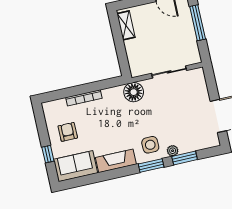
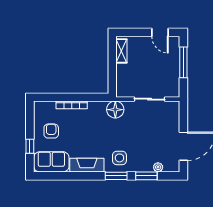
plant: (173, 151) -> (158, 167), moved

